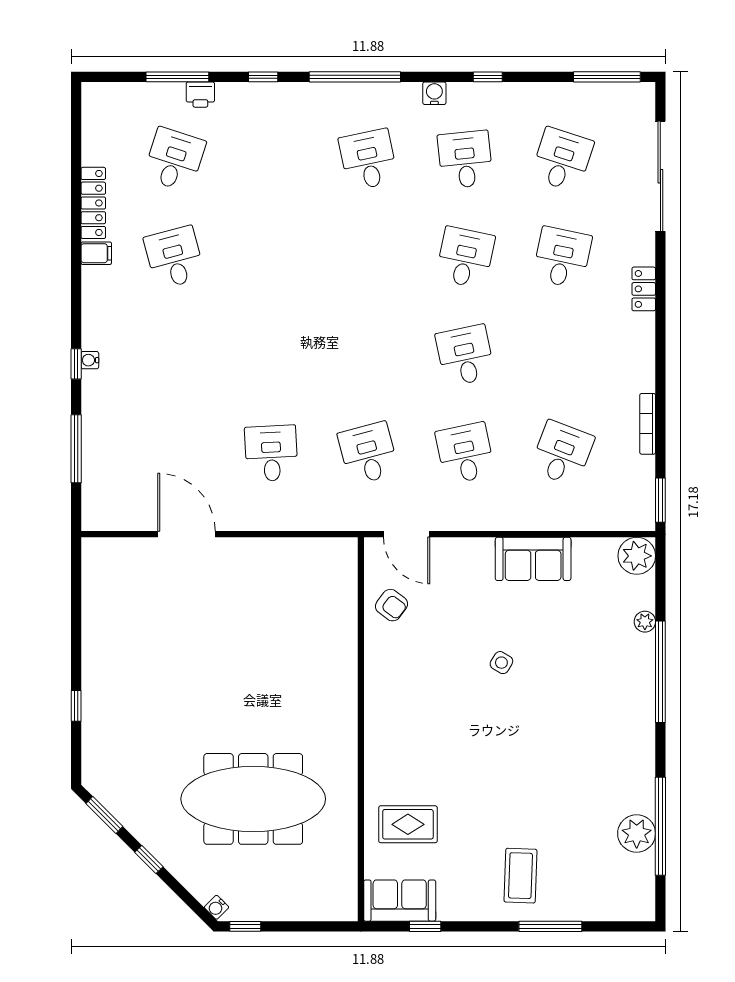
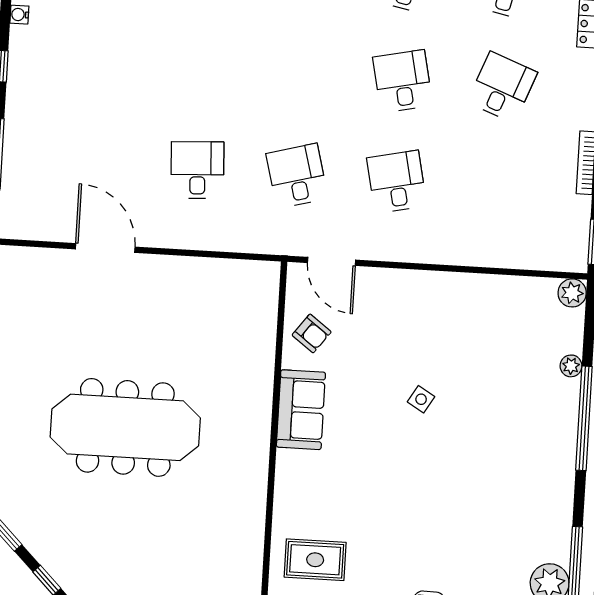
water cooler: (90, 360) -> (19, 15), moved
desk: (562, 453) -> (502, 87), moved
plant: (637, 556) -> (572, 293), width x0.73, depth x0.73
sofa: (533, 559) -> (301, 410), moved, turned -90
meeting table: (253, 799) -> (125, 427), moved

